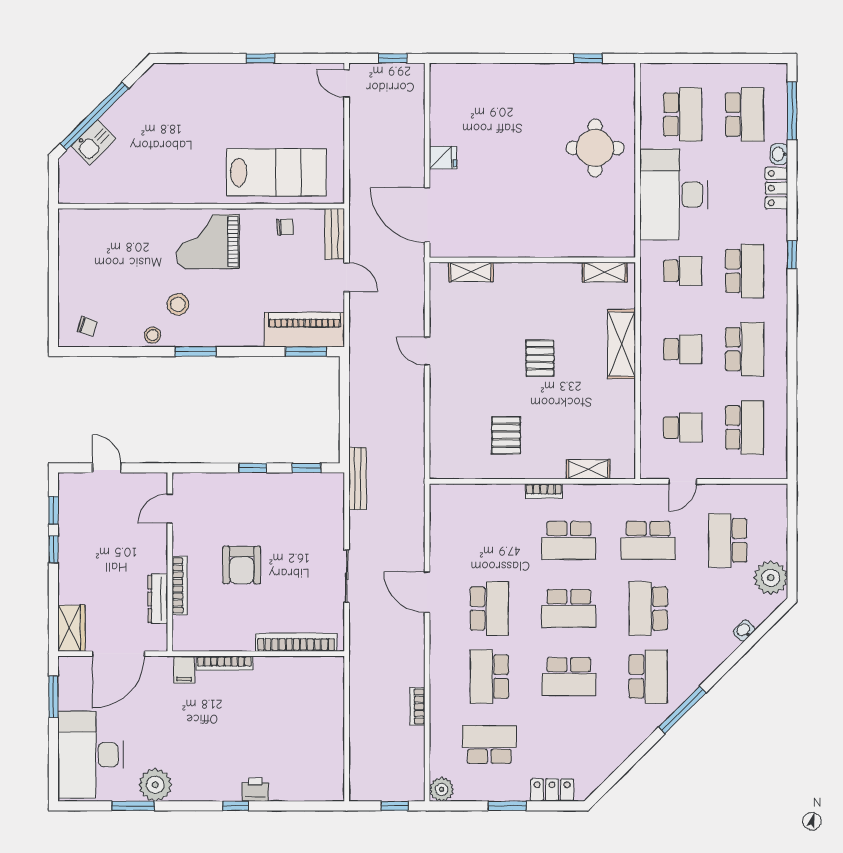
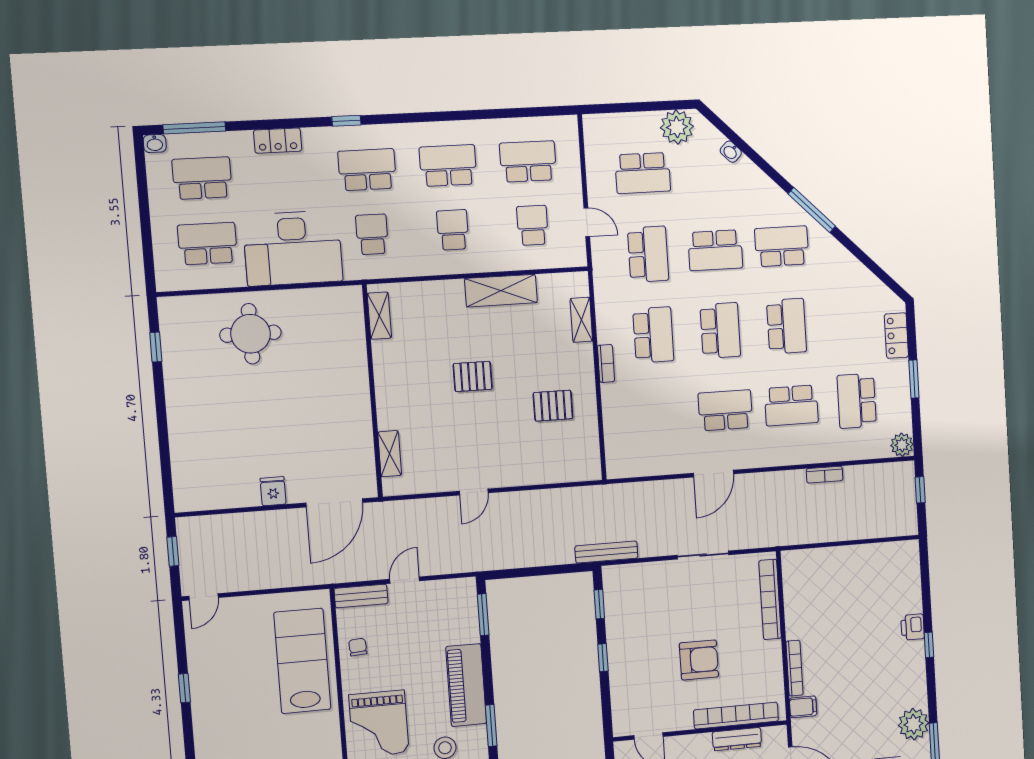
washbasin: (779, 154) -> (155, 144), moved
piano: (304, 330) -> (466, 685), moved
shelving: (621, 344) -> (501, 291), moved
bookcase: (180, 585) -> (736, 716), width x1.48, depth x1.31

